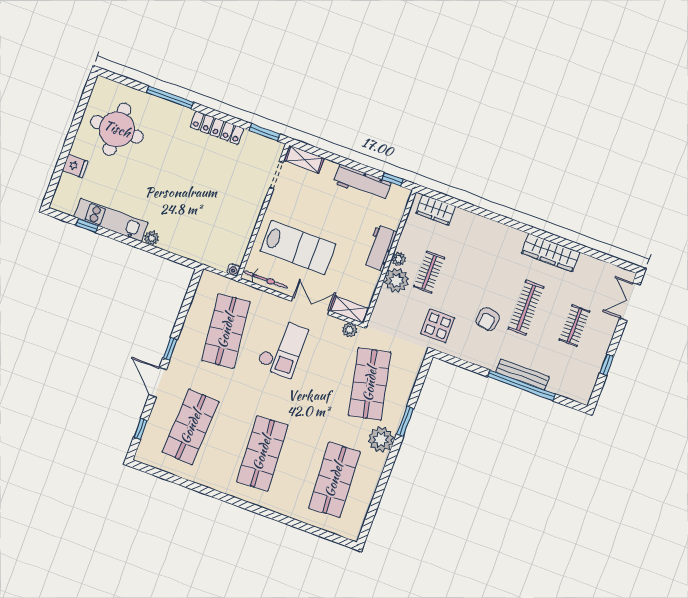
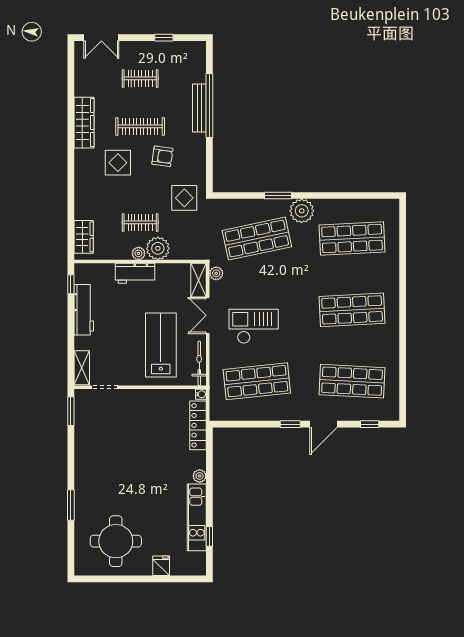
window: (170, 97) -> (71, 505), width x0.69
locker: (217, 128) -> (198, 425), moved, turned 180
display table: (498, 272) -> (118, 163), added

